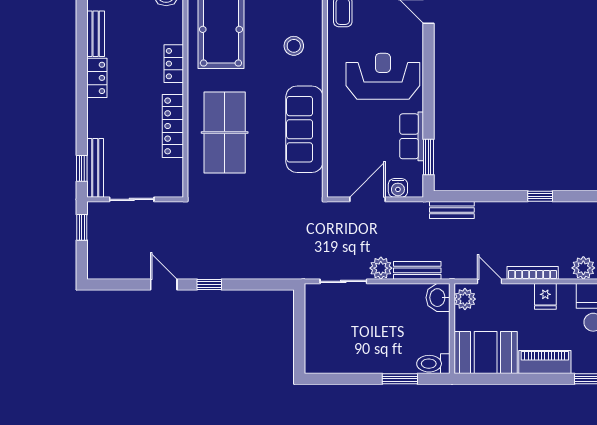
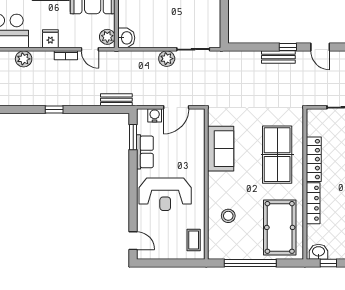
locker: (174, 64) -> (313, 203), width x1.53
sofa: (304, 129) -> (221, 149), width x0.73
bench: (417, 270) -> (278, 57), moved
bookcase: (533, 273) -> (66, 55), width x0.64

